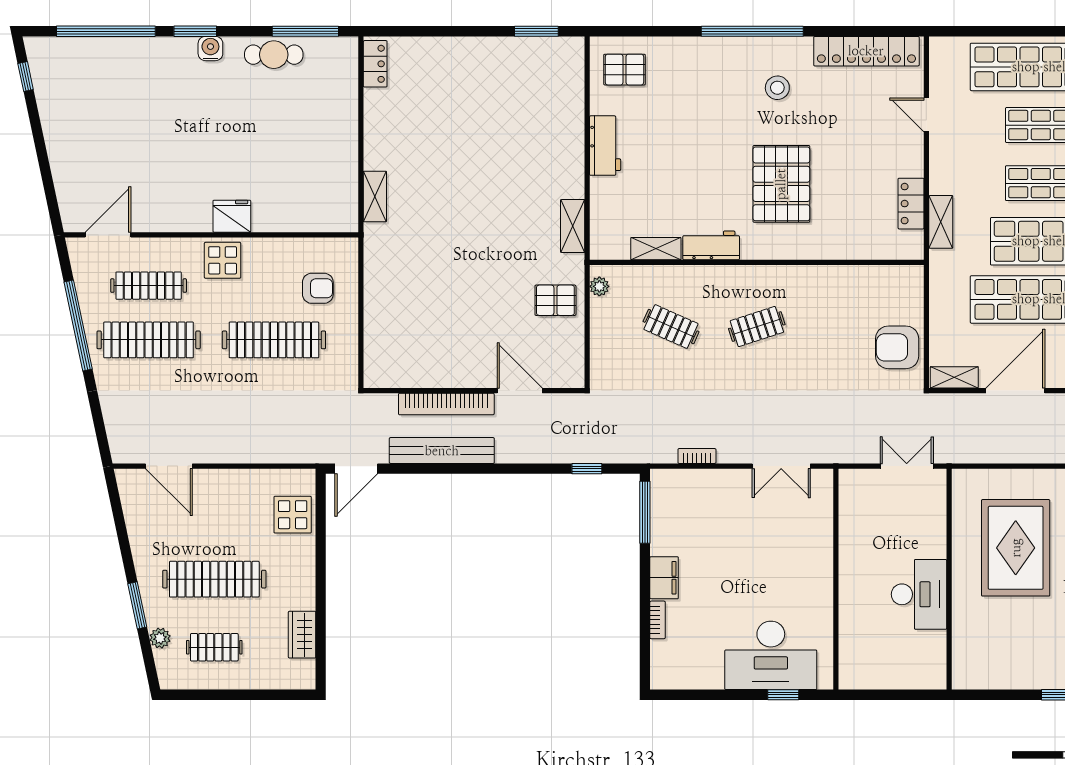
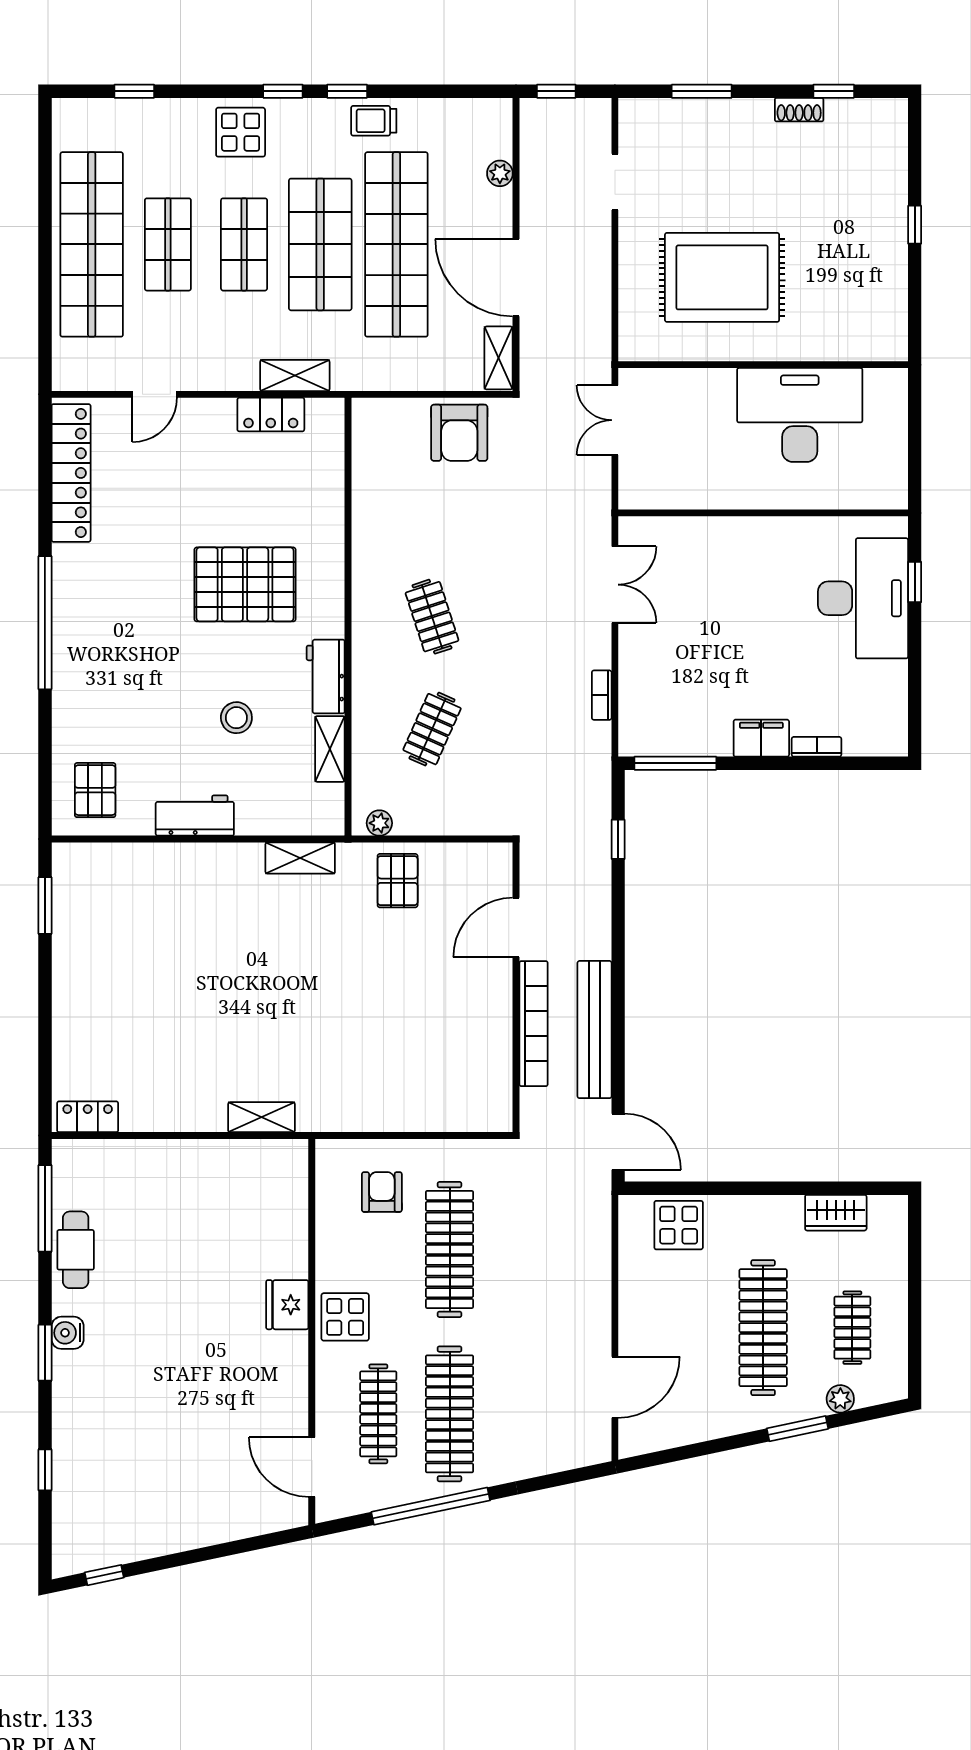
window: (106, 31) -> (45, 1470), width x0.32
stool: (777, 88) -> (236, 718), moved
desk: (919, 594) -> (800, 415), width x1.36, depth x1.30

